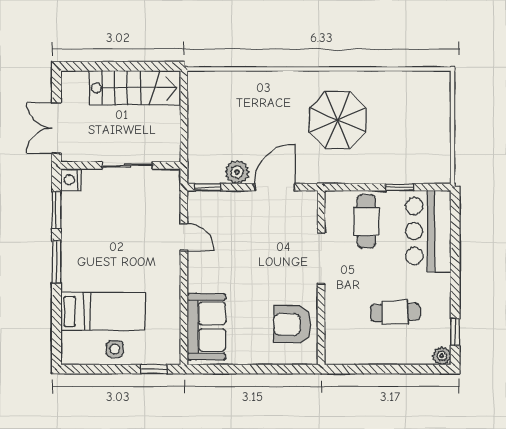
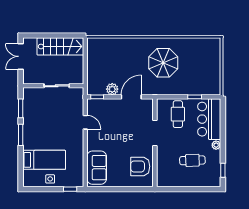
double door: (56, 128) -> (21, 56), moved
nightstand: (71, 180) -> (28, 93), removed
plant: (442, 356) -> (216, 145), moved

